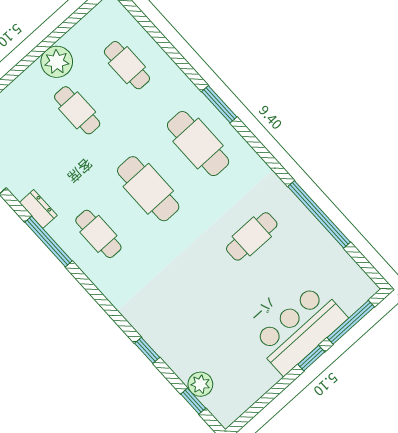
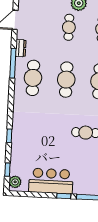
cafe table: (98, 234) -> (33, 78), width x1.37, depth x1.35
bar counter: (300, 329) -> (51, 181), moved
plant: (200, 384) -> (15, 182), moved

